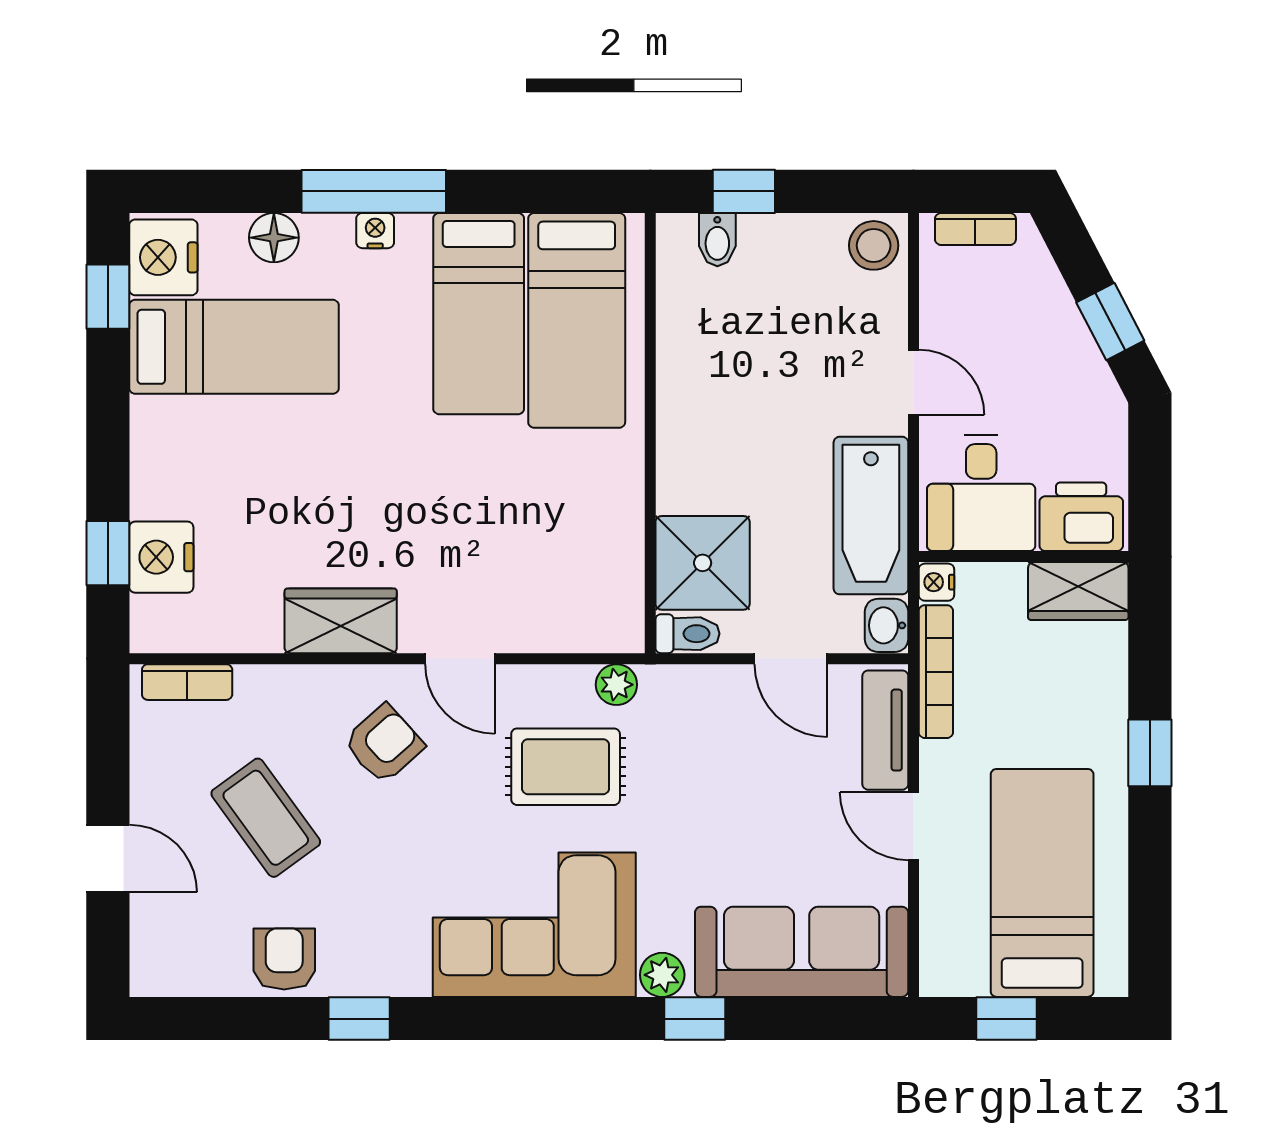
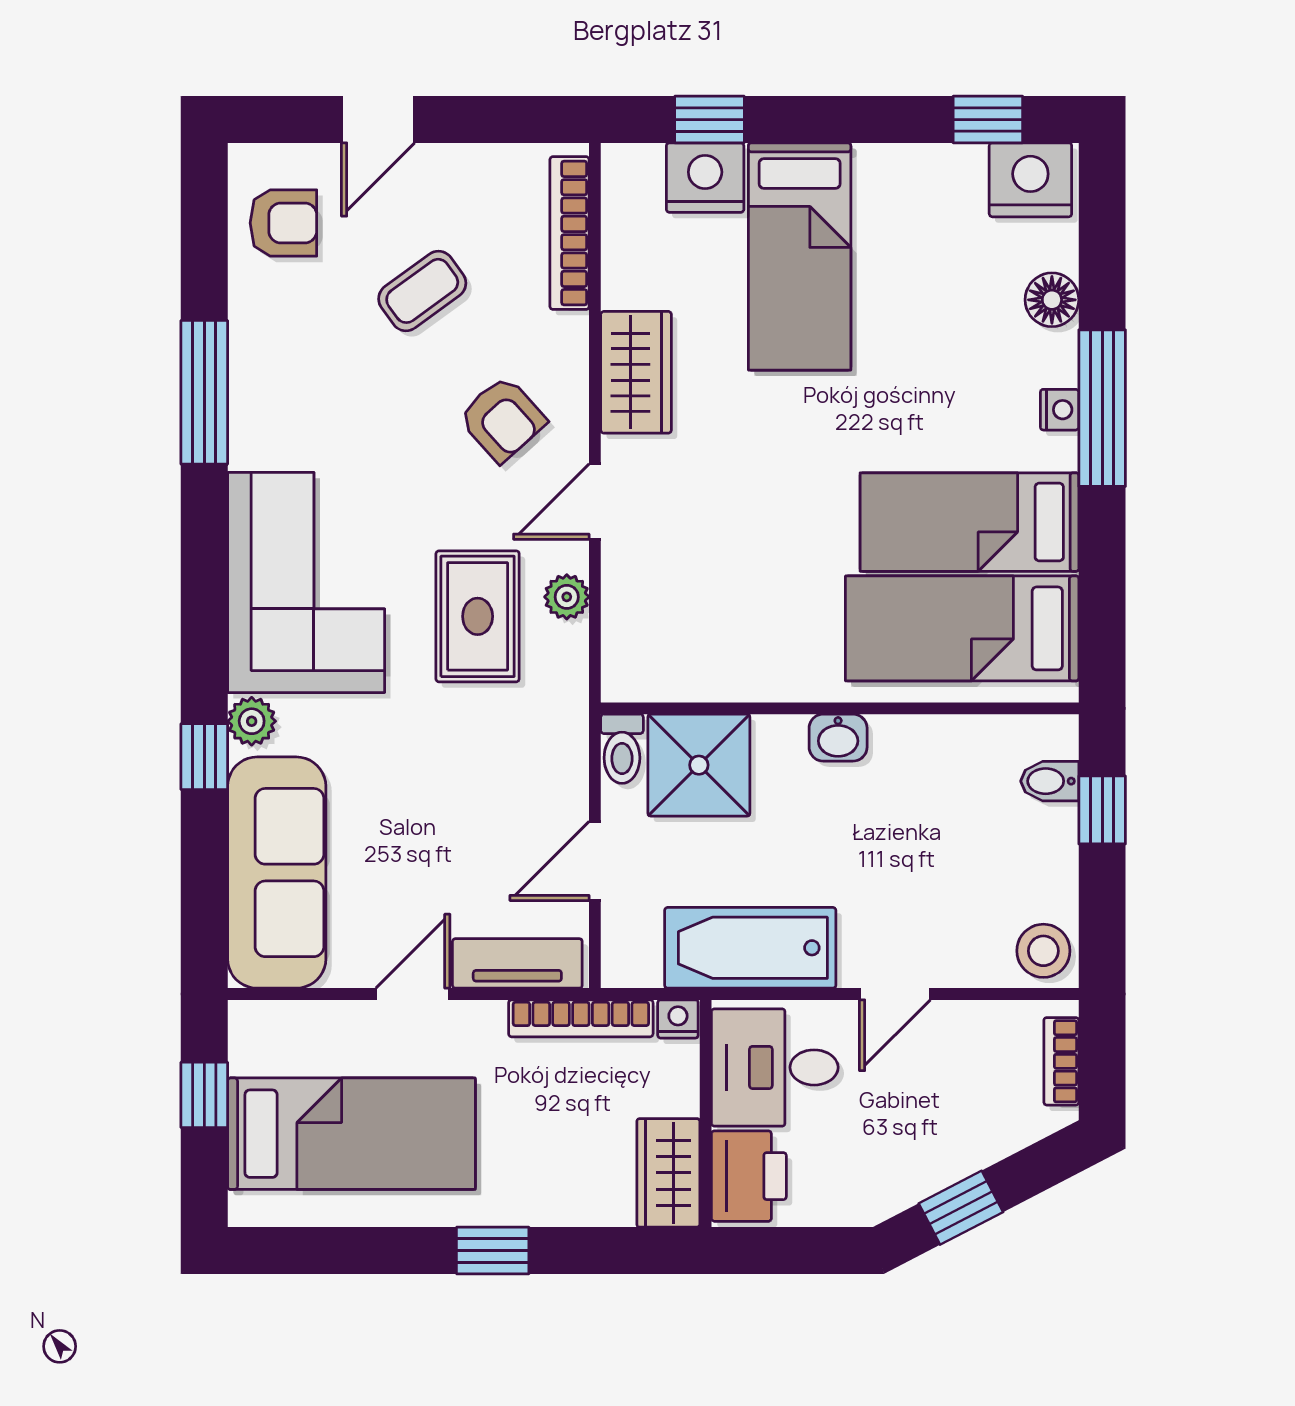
bed: (234, 347) -> (800, 256), moved
washbasin: (886, 625) -> (838, 738), moved, turned 180
bookcase: (187, 682) -> (570, 233), width x1.56
plant: (616, 685) -> (567, 597), moved
coffee table: (266, 818) -> (422, 291), width x0.73, depth x0.77
armchair: (284, 959) -> (283, 223), moved
window: (359, 1019) -> (204, 392), width x2.17

